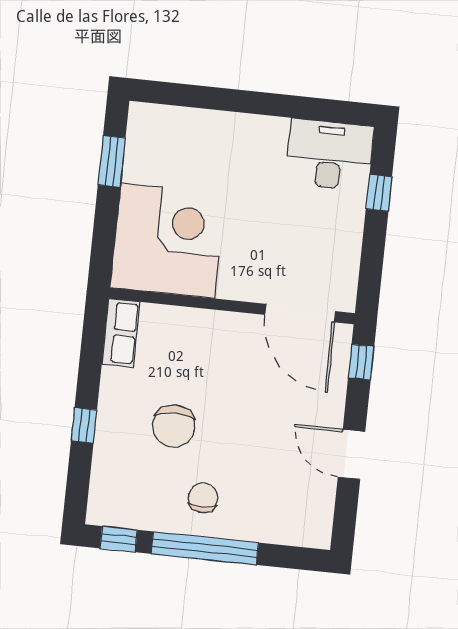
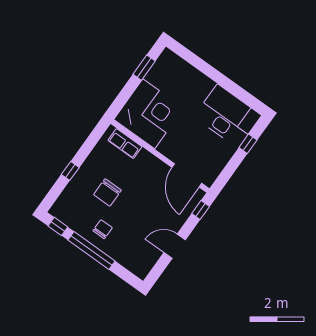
desk: (330, 155) -> (228, 116), width x1.36, depth x1.30
row of seats: (121, 333) -> (125, 144), moved, turned 90
door: (351, 454) -> (175, 246), hinge flipped

